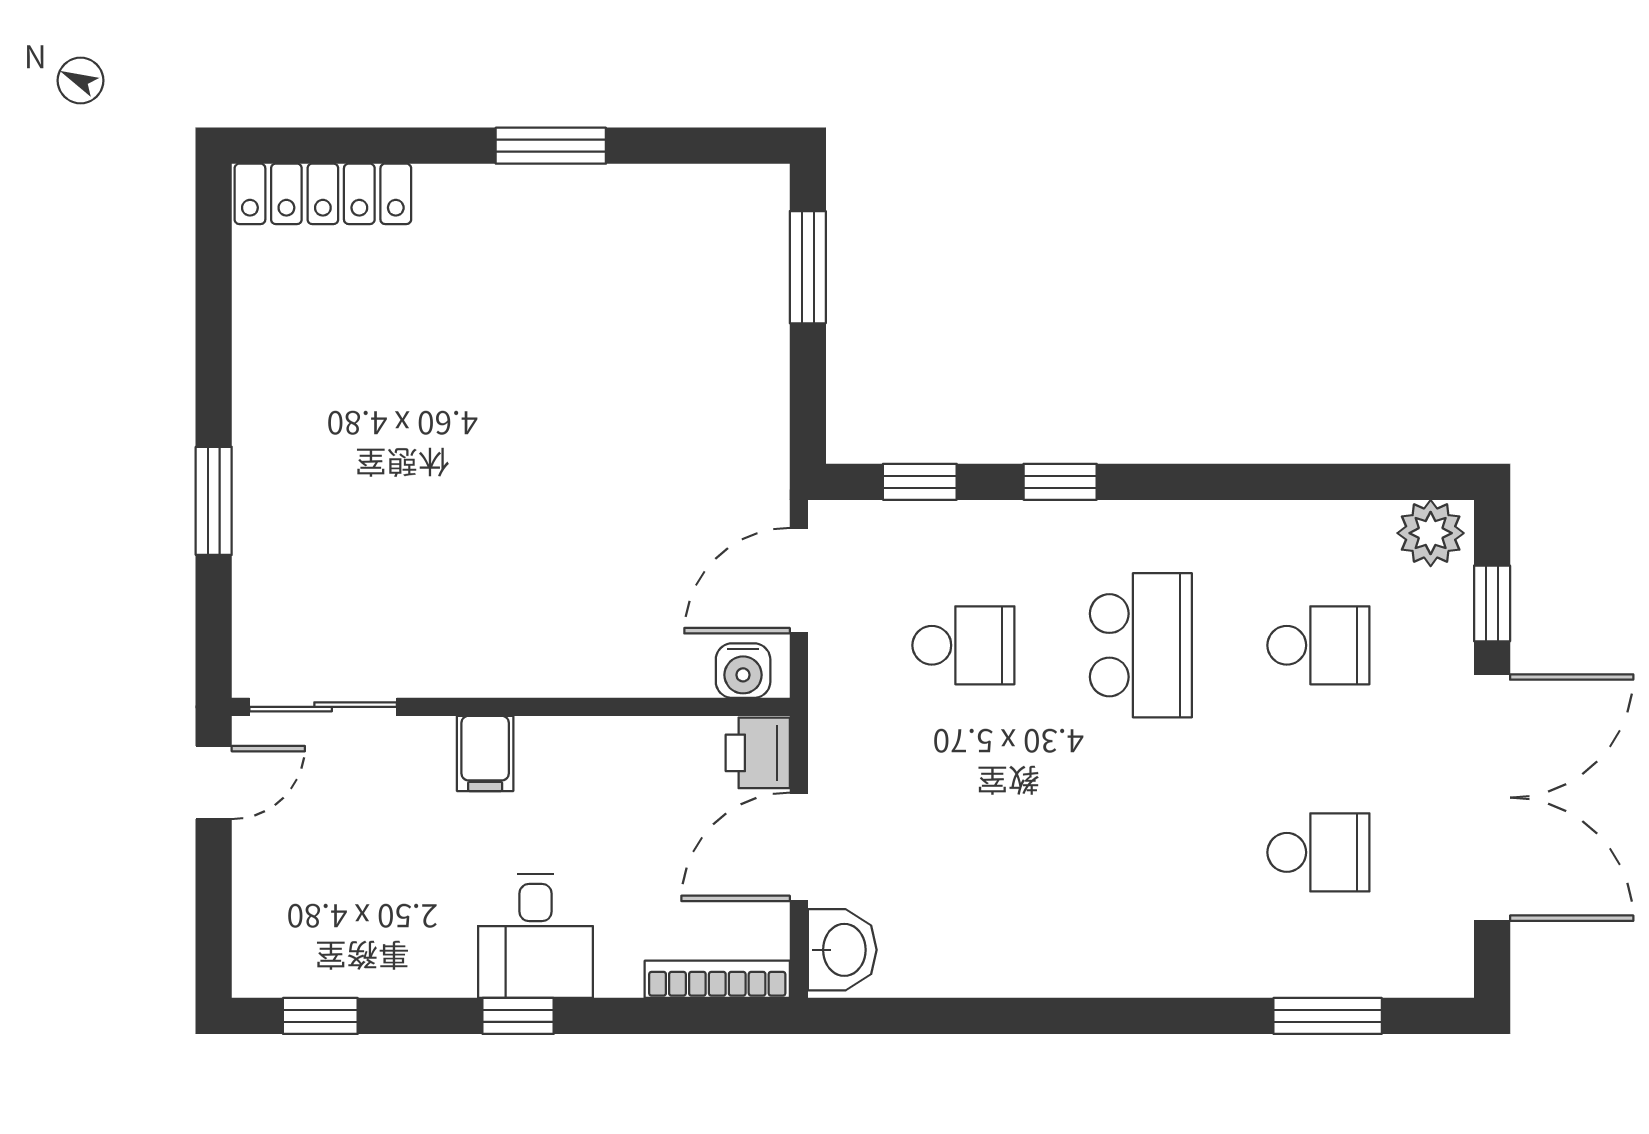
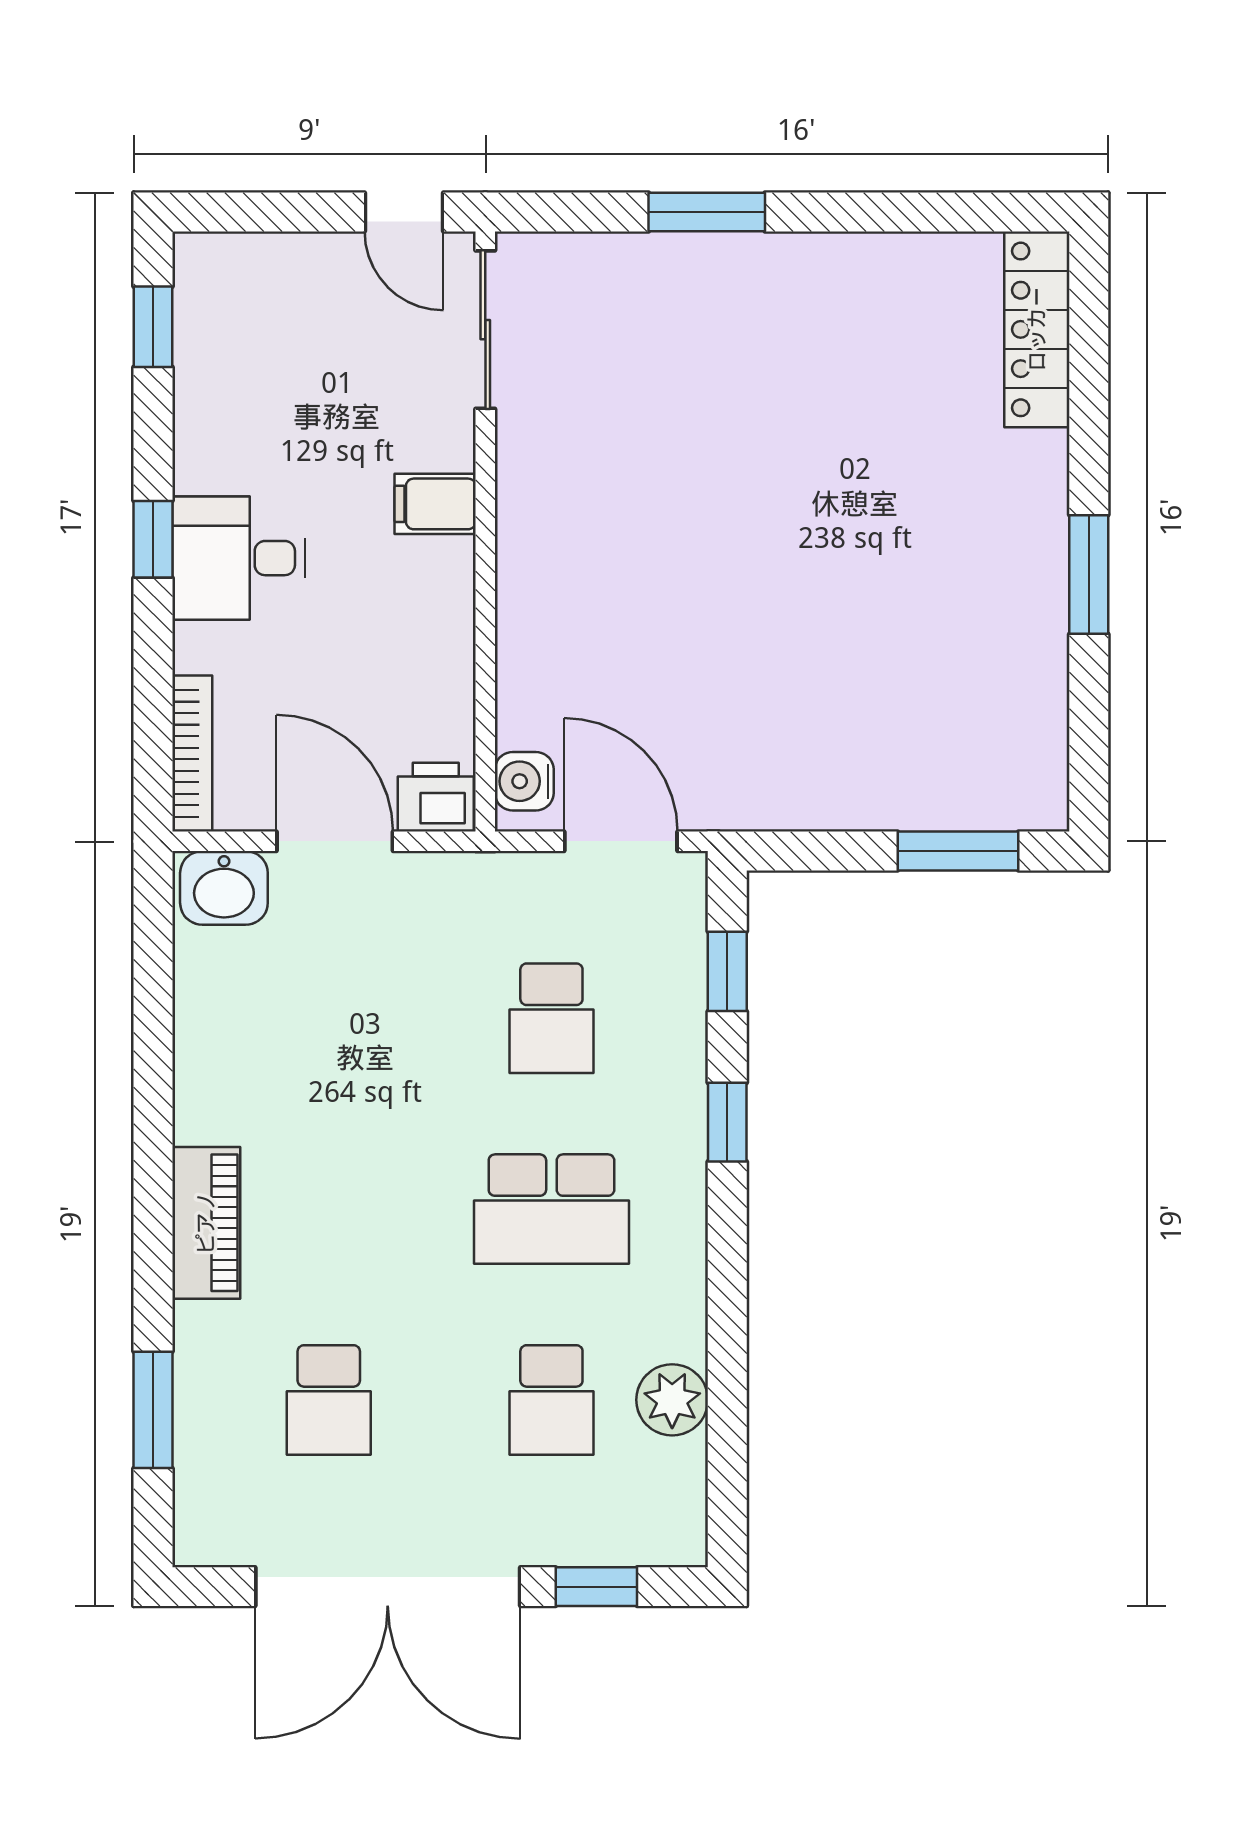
plant: (1431, 533) -> (672, 1400), moved
piano: (1154, 966) -> (206, 1223), added

